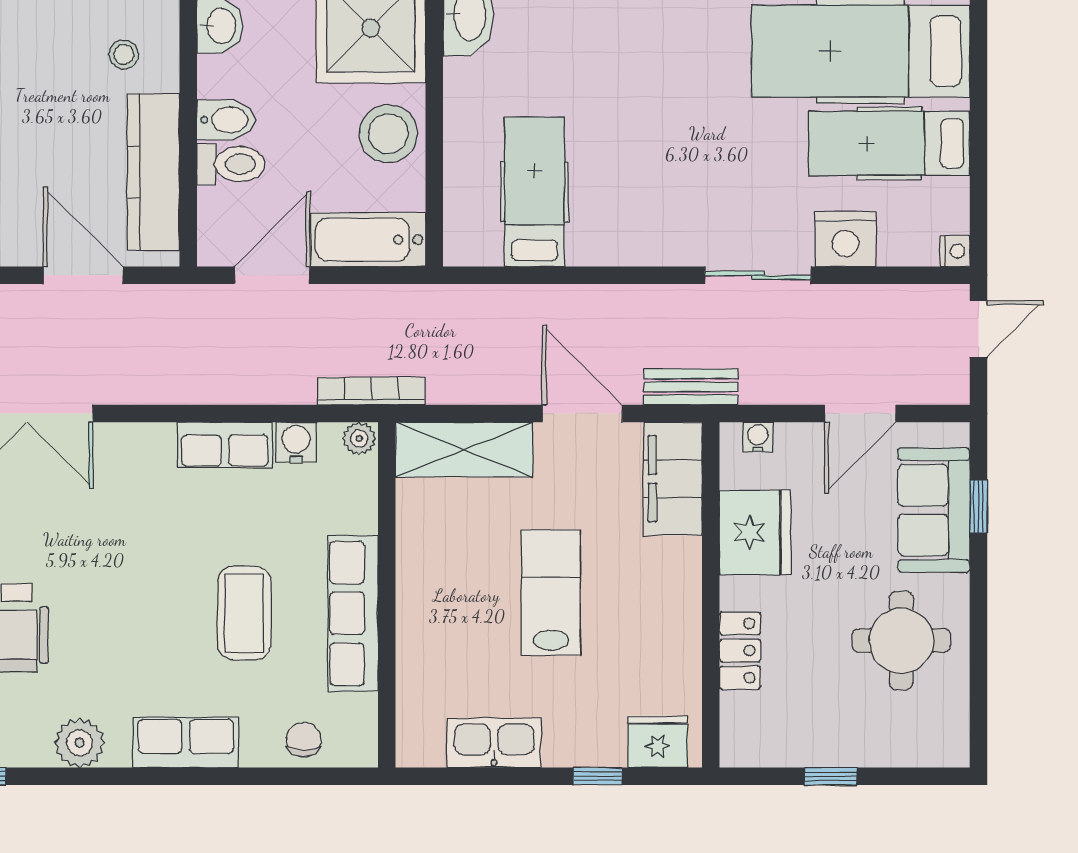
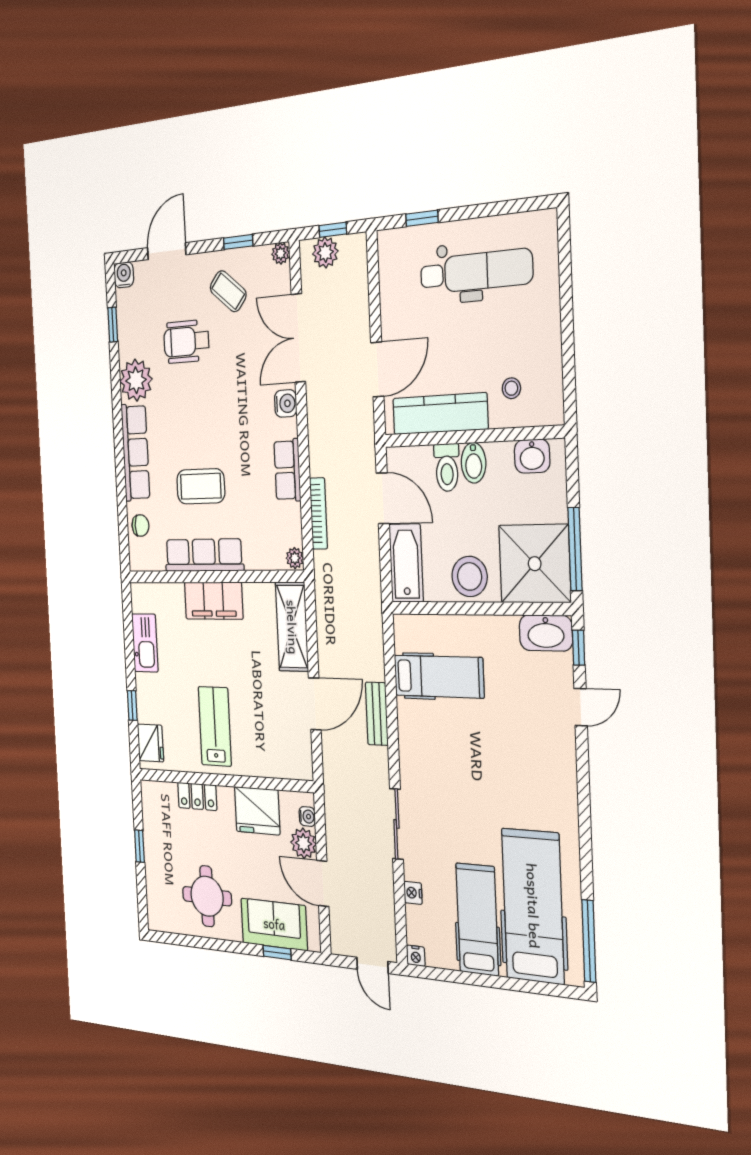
nightstand: (845, 239) -> (413, 893), width x0.53, depth x0.56
bench: (691, 387) -> (377, 714), moved
bookcase: (371, 391) -> (318, 513), moved
water cooler: (296, 442) -> (286, 403), moved
plant: (800, 446) -> (304, 843), added
filing cabinet: (673, 479) -> (214, 601), moved, turned 180
lab bench: (551, 593) -> (215, 726), moved, turned -90
row of seats: (186, 742) -> (135, 452), width x1.48
plant: (79, 743) -> (136, 380), width x1.36, depth x1.36

